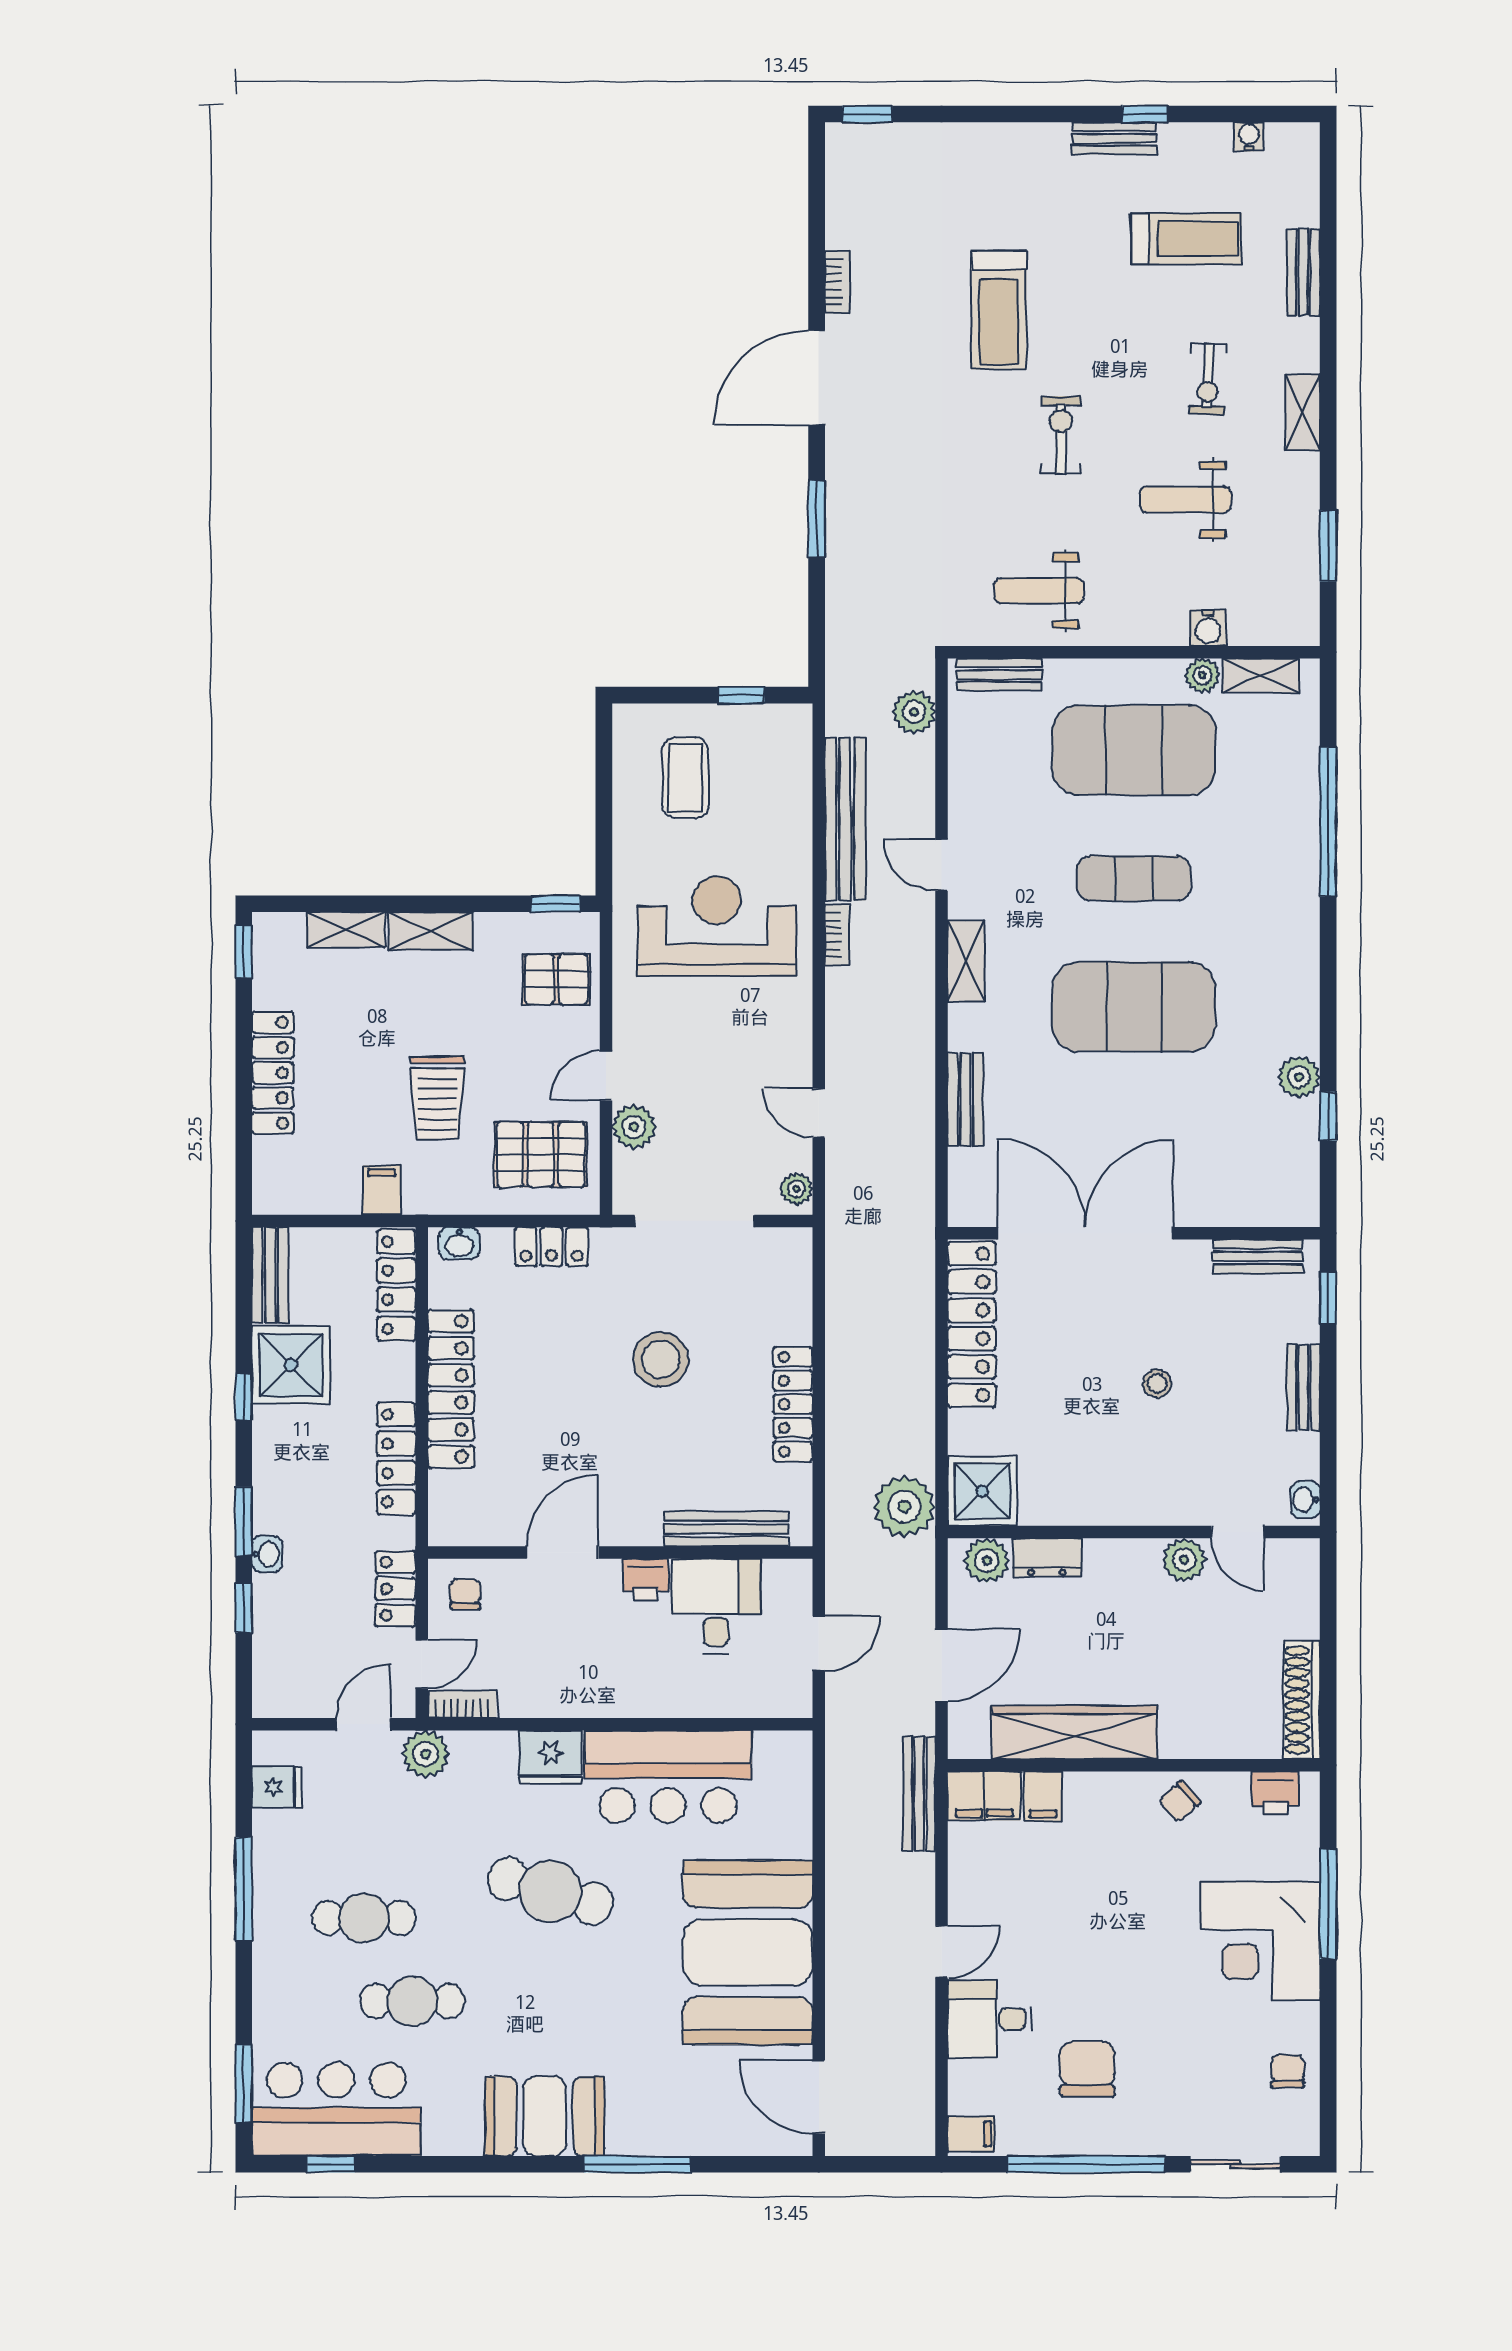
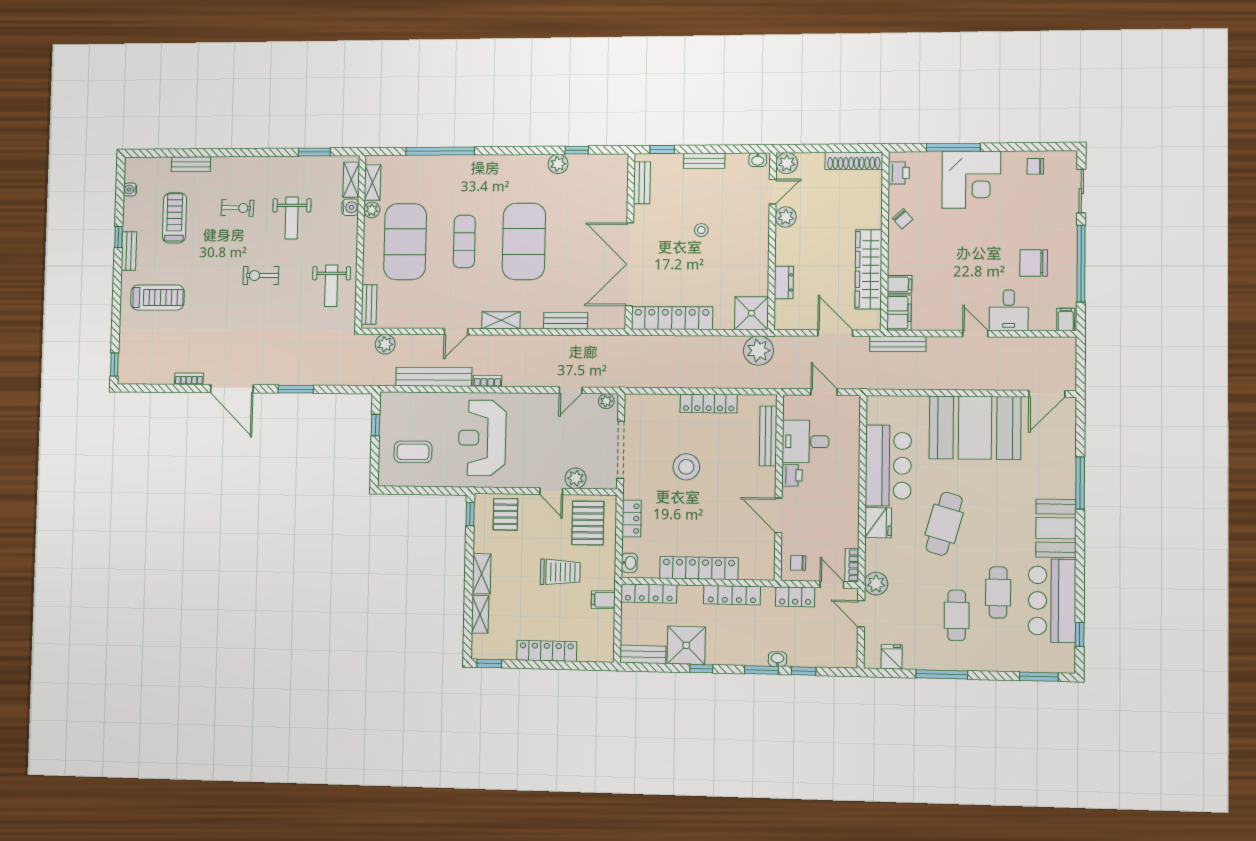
treadmill: (999, 310) -> (157, 298), moved
shelving: (1303, 412) -> (351, 180), moved, turned 90
plant: (987, 1561) -> (787, 163), moved
bar counter: (336, 2109) -> (1052, 601), moved

